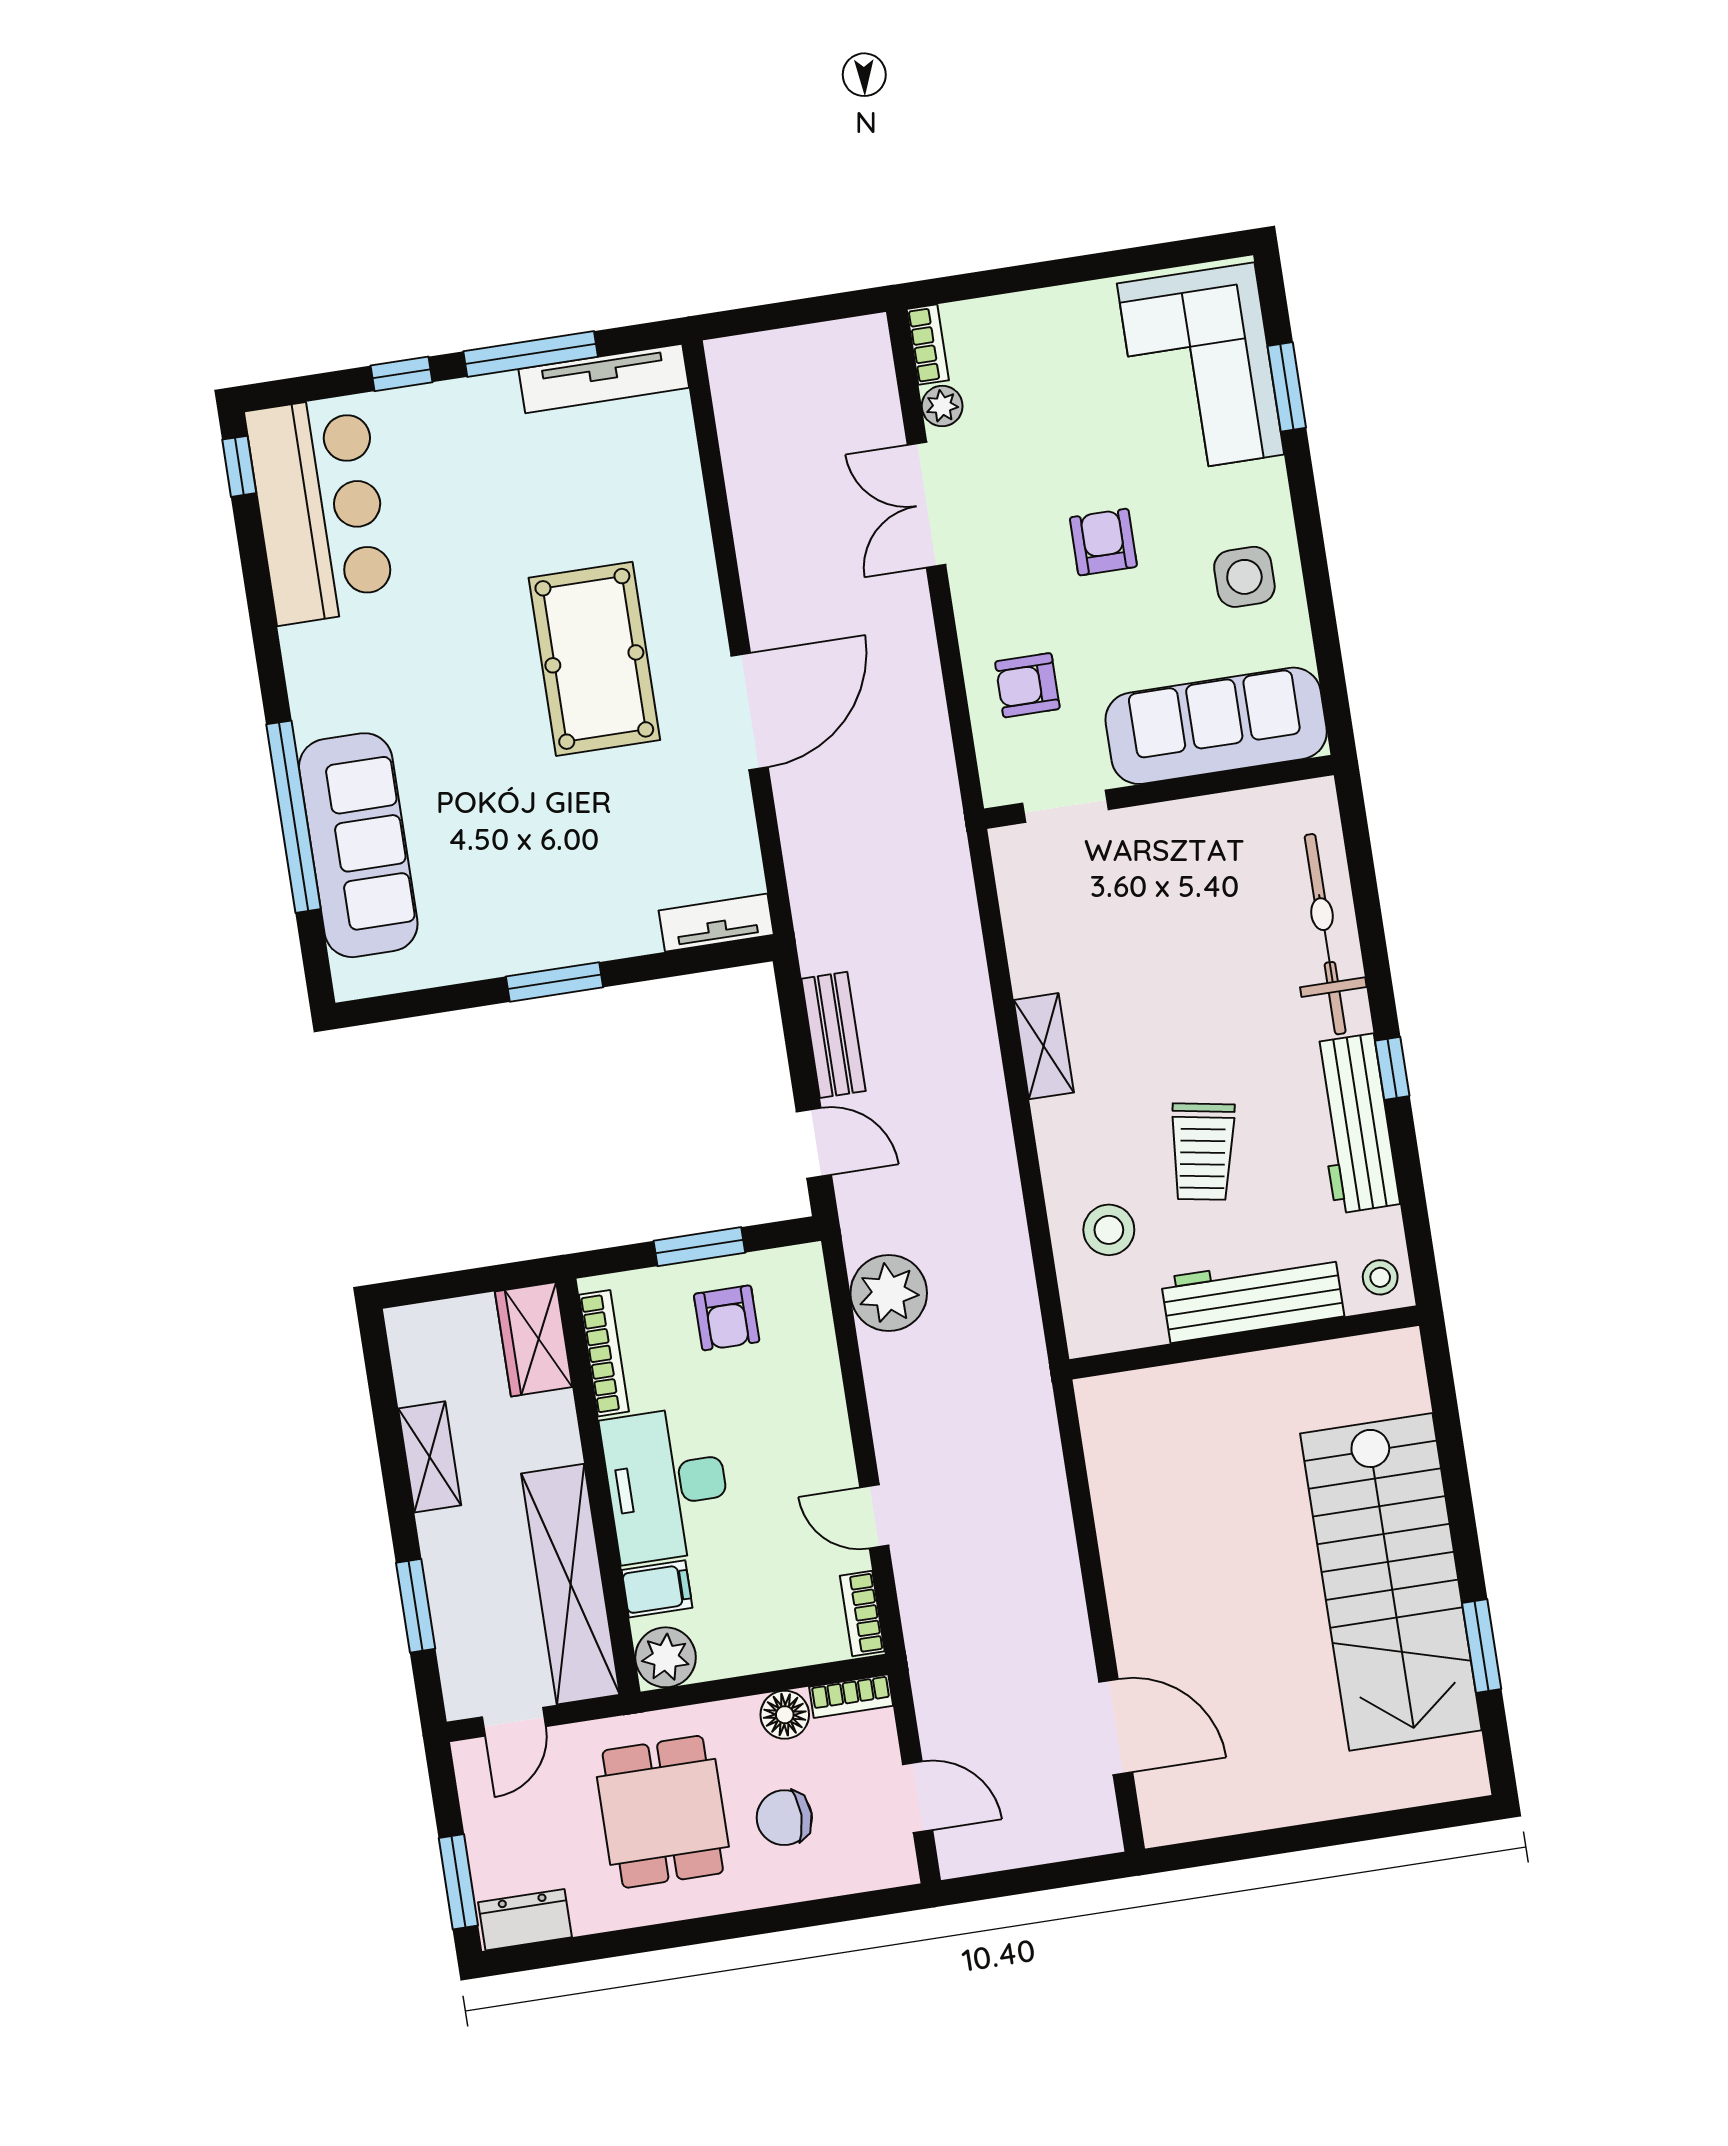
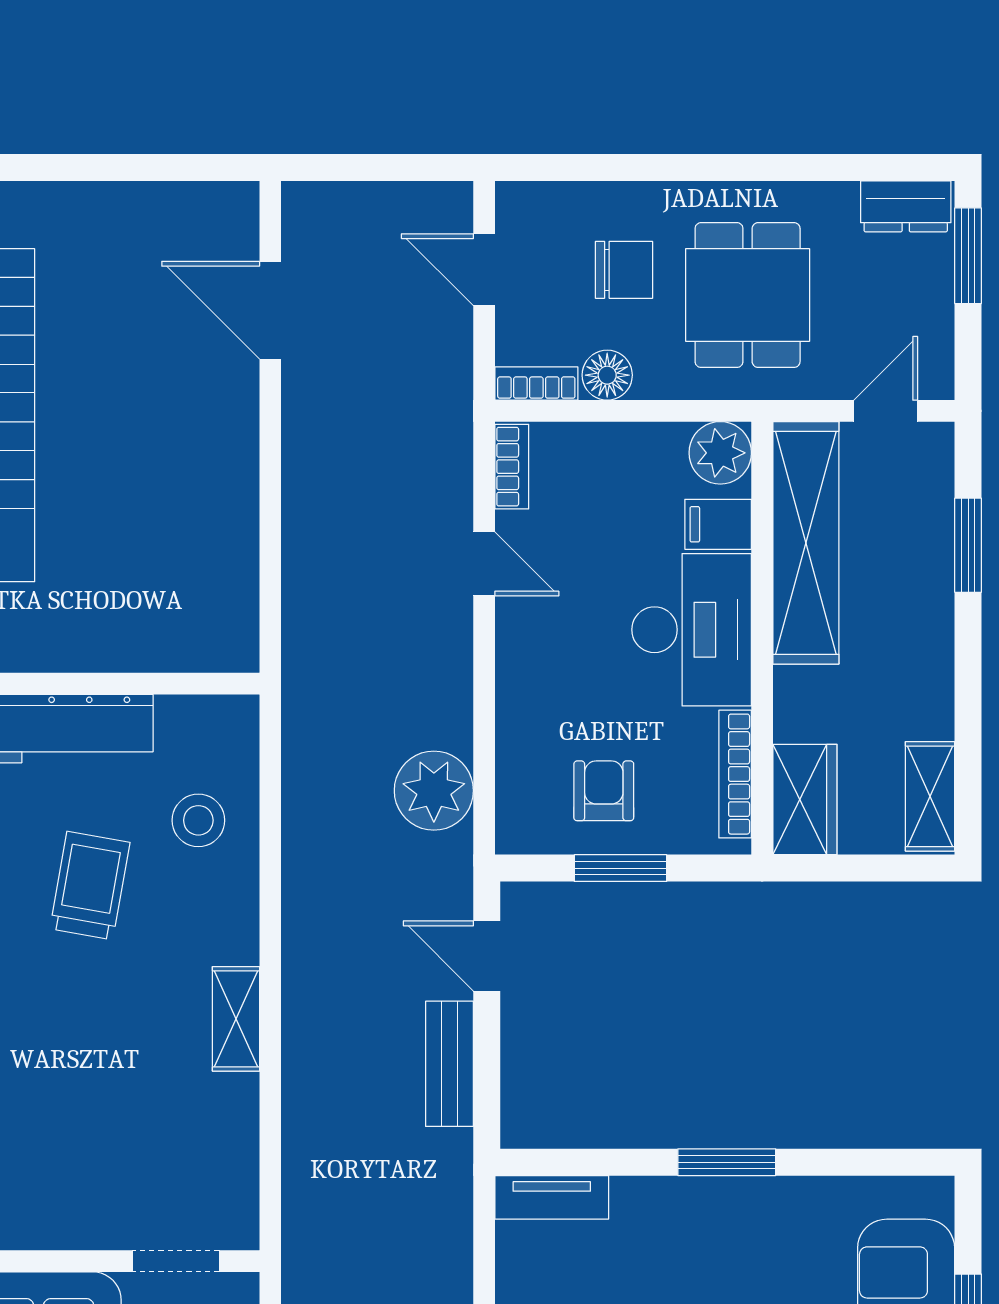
shelving: (430, 1457) -> (930, 796), moved

